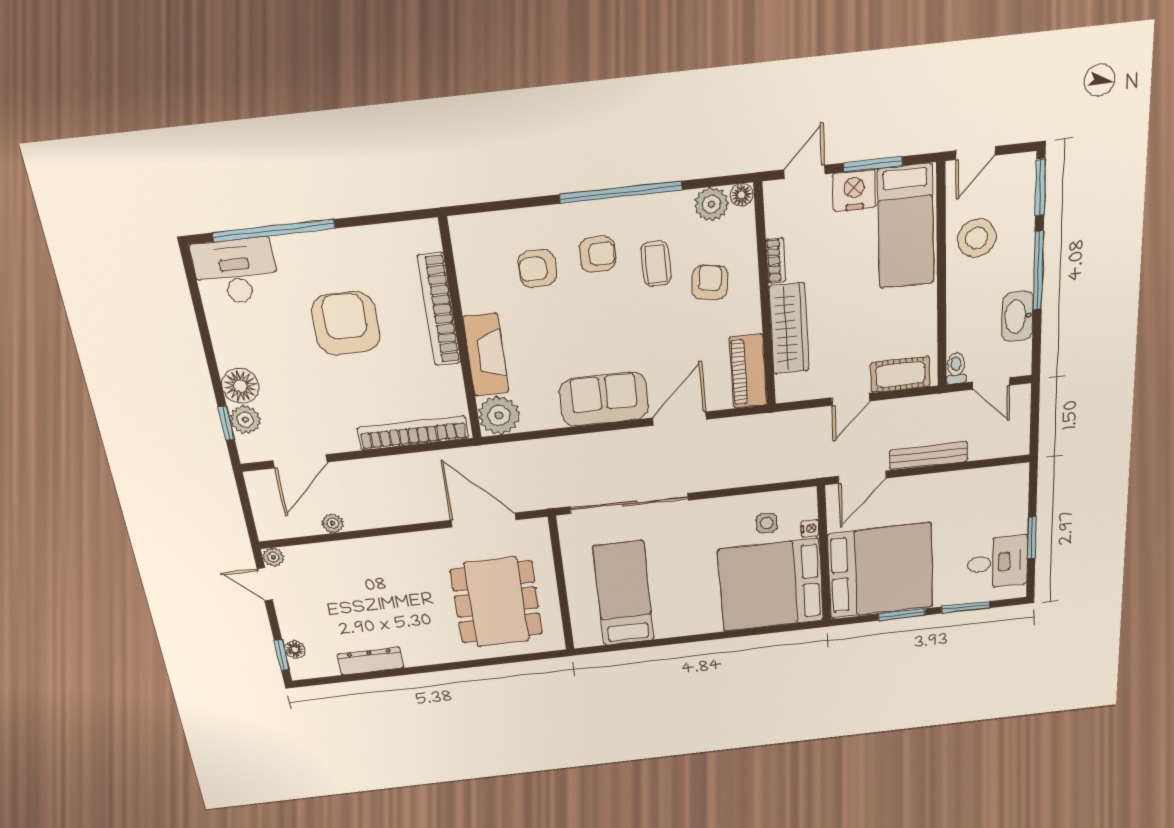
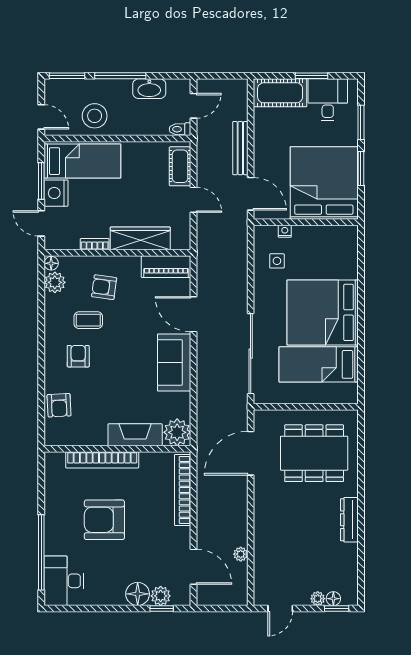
window: (621, 192) -> (41, 338), removed
armchair: (537, 268) -> (59, 405), moved
cot: (1008, 500) -> (280, 93), added
plant: (273, 557) -> (318, 599), moved
bed: (771, 585) -> (323, 312), moved, turned 90
dresser: (371, 661) -> (349, 520), moved

